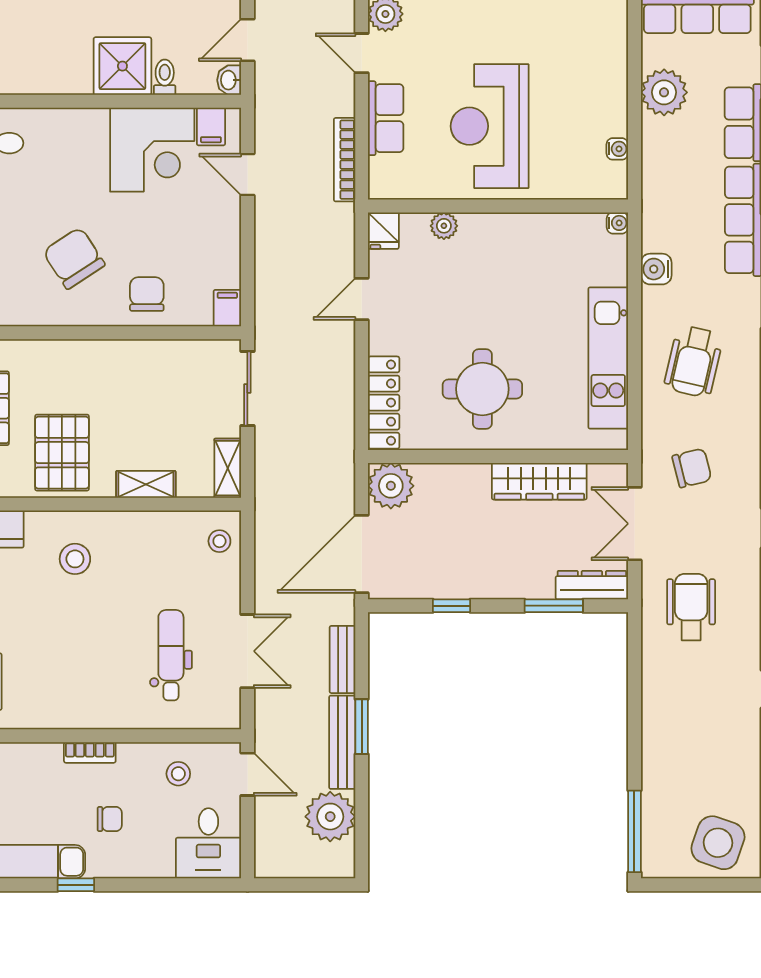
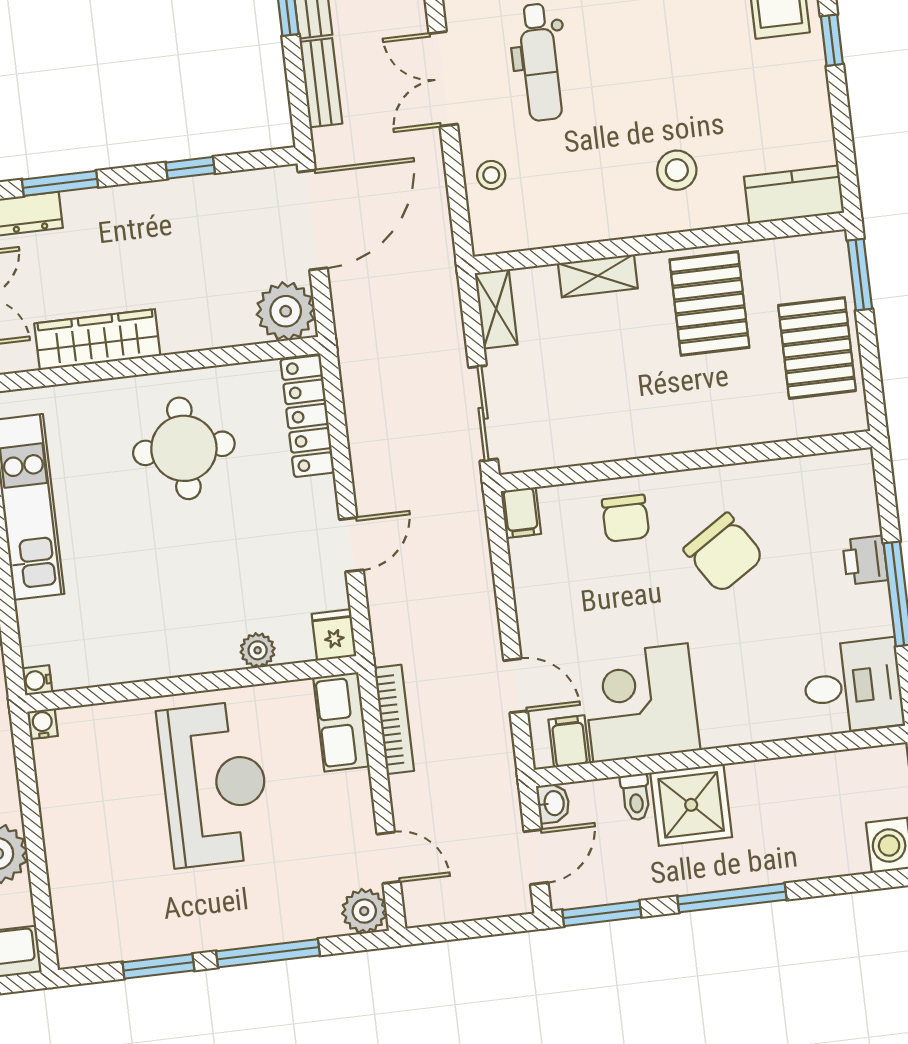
row of seats: (386, 118) -> (341, 722), moved
water cooler: (617, 149) -> (42, 724), moved, turned 90
stool: (219, 541) -> (491, 175), moved

